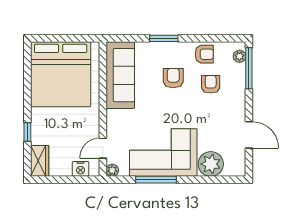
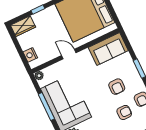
sofa: (120, 75) -> (108, 49), width x0.73
armchair: (173, 78) -> (117, 87), turned 90
door: (103, 148) -> (69, 54), moved

